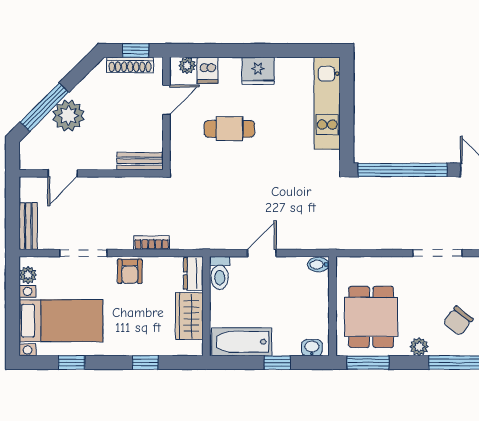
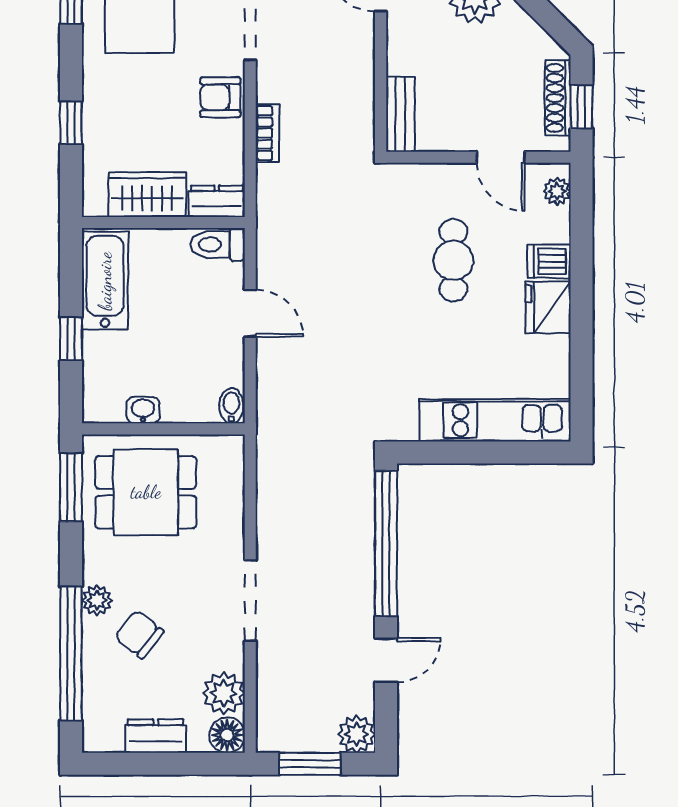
dishwasher: (208, 70) -> (549, 261), moved
plant: (419, 347) -> (97, 600), moved
washbasin: (312, 348) -> (143, 410), moved, turned -90

